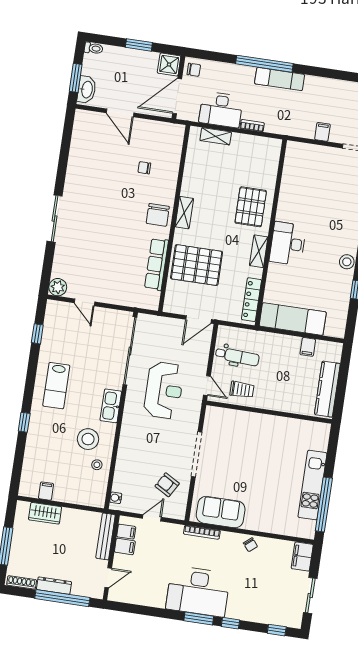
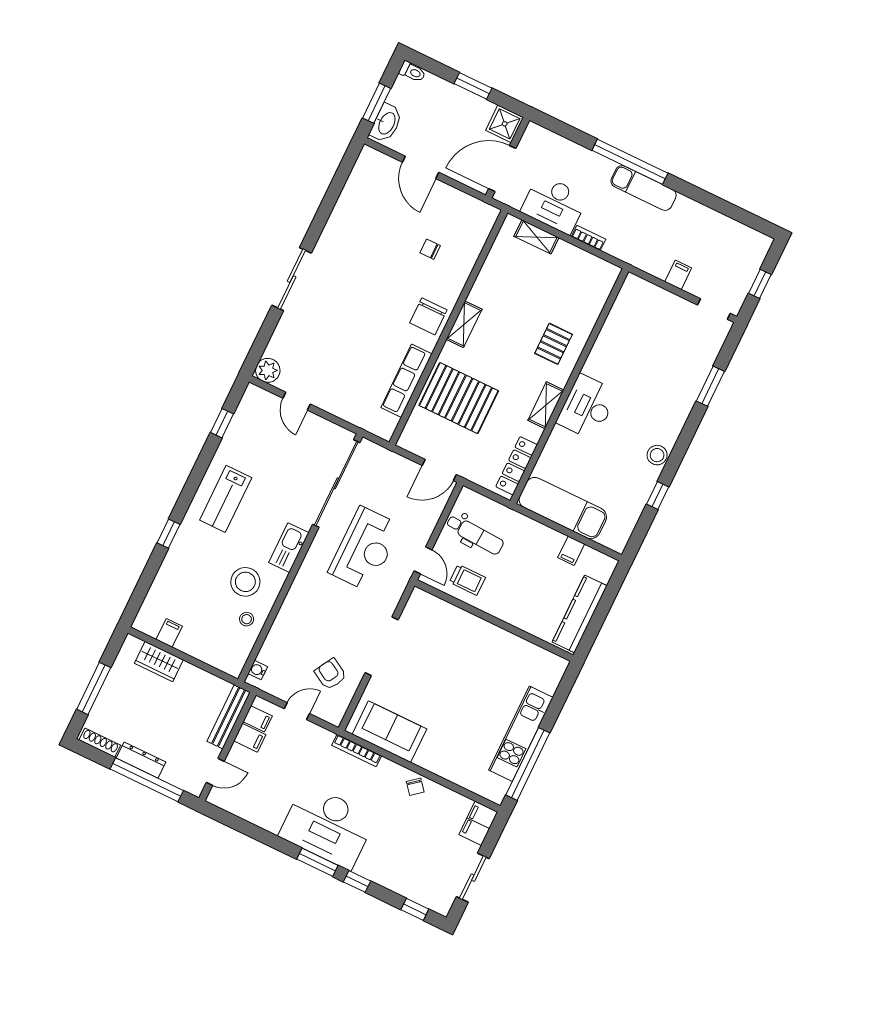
chair: (194, 70) -> (535, 141), removed
pallet: (251, 207) -> (554, 344), width x0.67, depth x0.71

